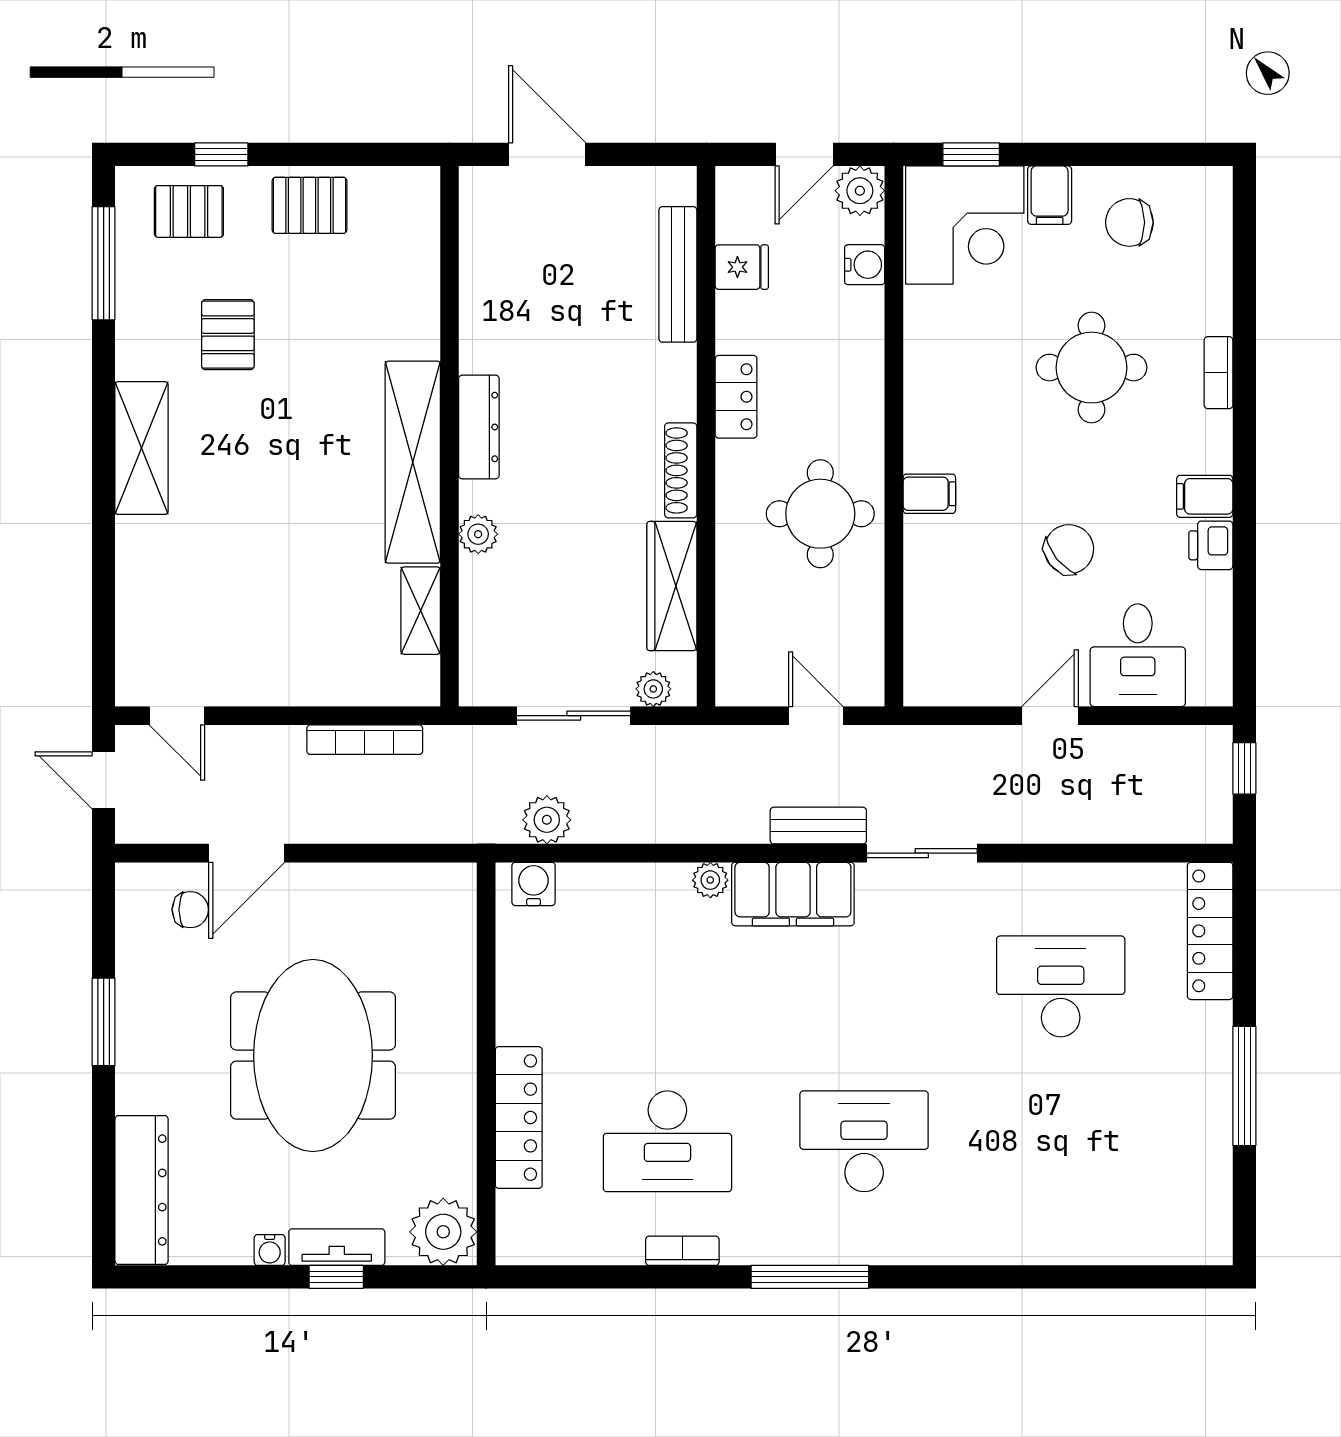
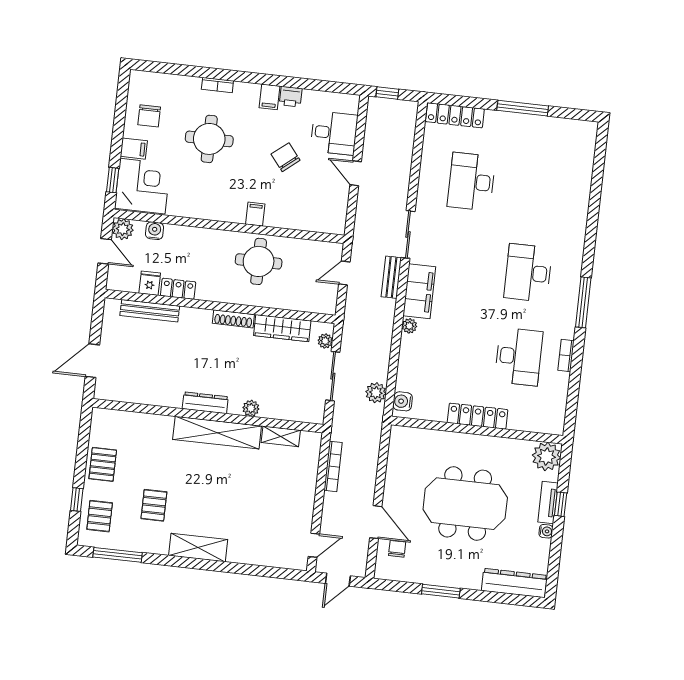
pallet: (228, 335) -> (154, 505), turned 90
locker: (736, 397) -> (178, 289), moved
locker: (519, 1118) -> (478, 416), moved

